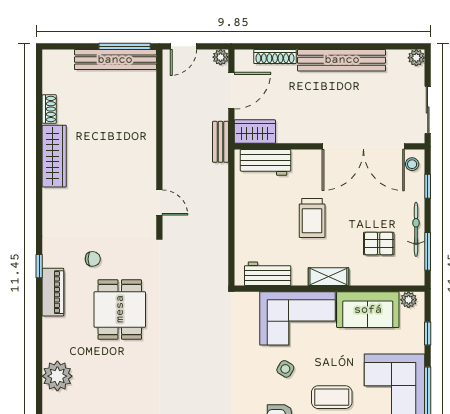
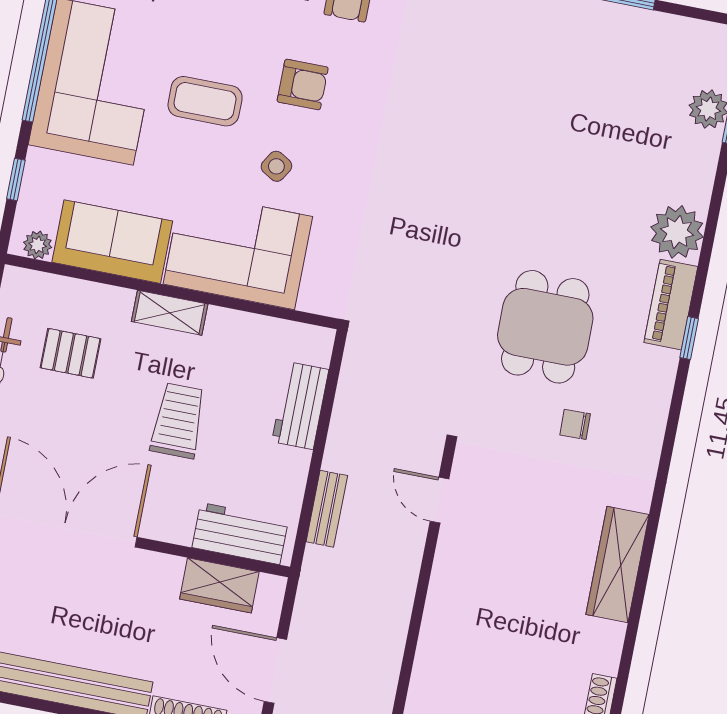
door: (231, 91) -> (275, 670), hinge flipped
wardrobe: (255, 132) -> (219, 585), moved
bench: (221, 142) -> (327, 509), moved
wardrobe: (54, 156) -> (618, 565), moved
window: (39, 266) -> (689, 338), moved
workbench: (268, 274) -> (300, 406), moved, turned 90
piano: (53, 292) -> (671, 305), moved

